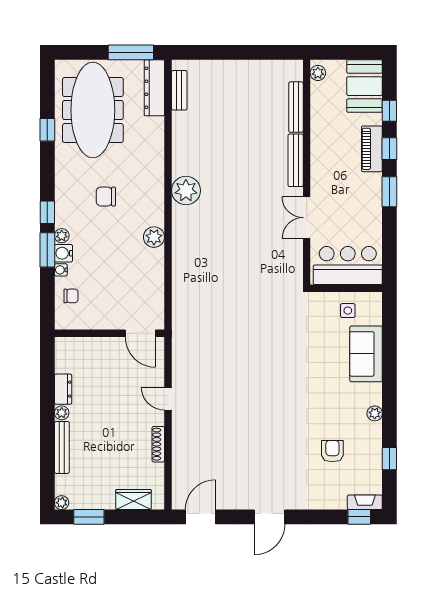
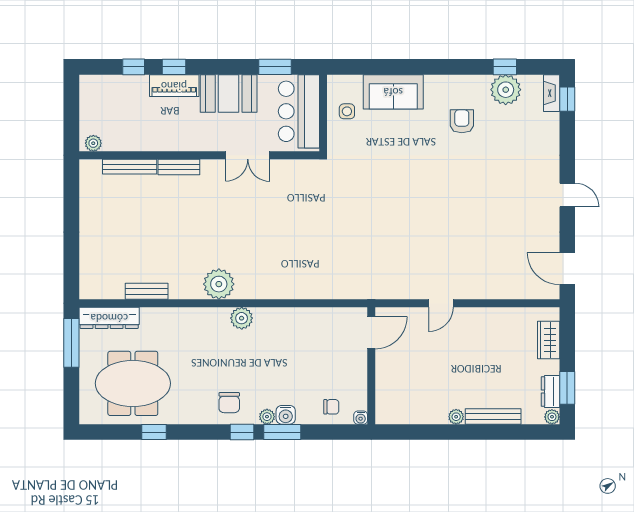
booth: (365, 86) -> (229, 93), moved
bench: (179, 90) -> (147, 291), moved
meeting table: (93, 110) -> (133, 383), width x0.73
bench: (296, 160) -> (179, 167), width x0.73
window: (389, 192) -> (275, 67), moved
chair: (106, 197) -> (229, 403), moved
plant: (154, 237) -> (242, 318), moved
water cooler: (61, 270) -> (361, 418), moved
chair: (71, 296) -> (331, 407), turned 90
dresser: (63, 389) -> (550, 392), moved, turned -90
plant: (375, 413) -> (506, 90), moved, width x1.88, depth x1.88
shoe rack: (158, 444) -> (490, 314), removed
armchair: (332, 451) -> (462, 121), moved, turned 90
door: (269, 517) -> (567, 195), width x0.73

